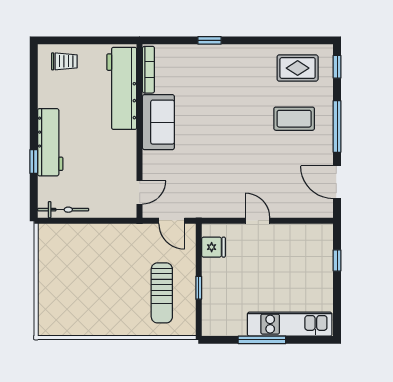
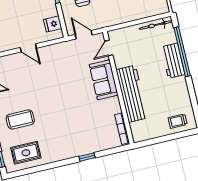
workbench: (122, 88) -> (132, 94), moved
sofa: (158, 122) -> (104, 80), moved
workbench: (50, 142) -> (173, 61), width x0.73
window: (34, 162) -> (182, 52), width x3.17

